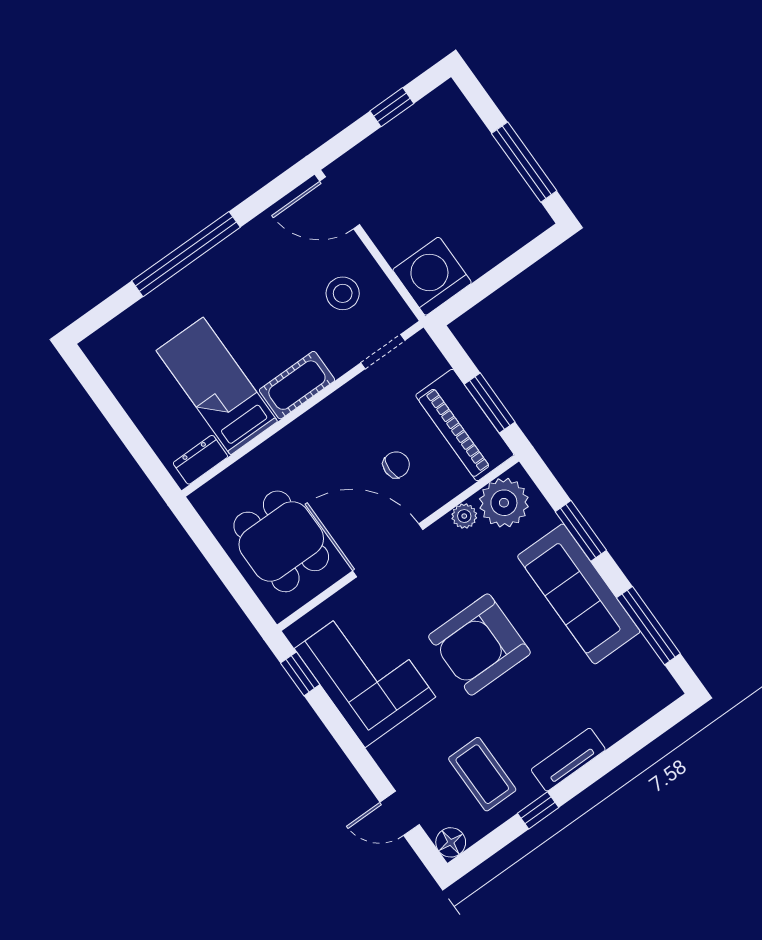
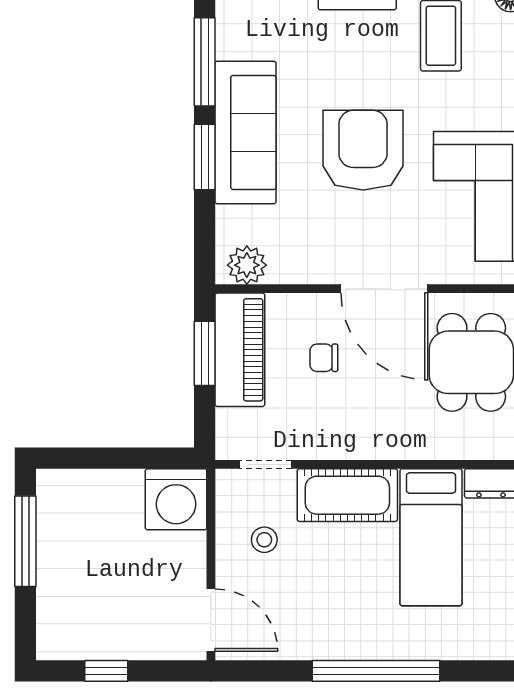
stool: (343, 293) -> (264, 540), width x0.73, depth x0.73
cot: (297, 385) -> (347, 495), width x1.37, depth x1.34
plant: (504, 503) -> (247, 265), width x0.73, depth x0.73
plant: (464, 516) -> (297, 271), removed
window: (581, 531) -> (205, 157), moved
armchair: (479, 644) -> (363, 150), turned -90

